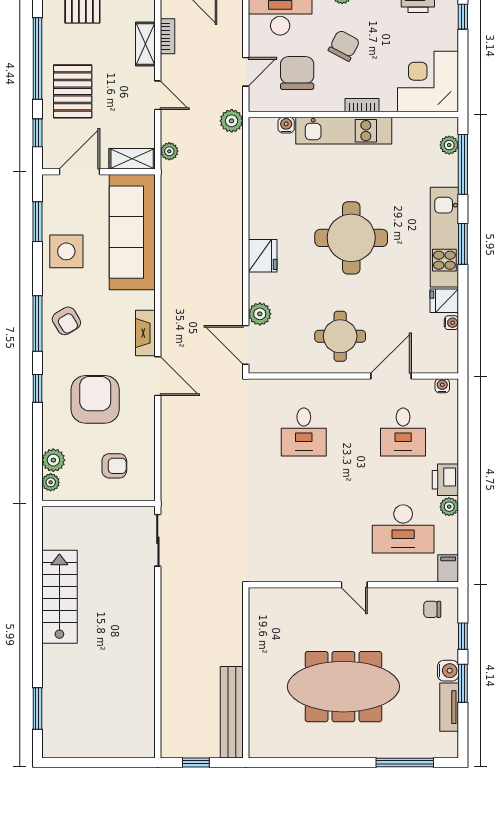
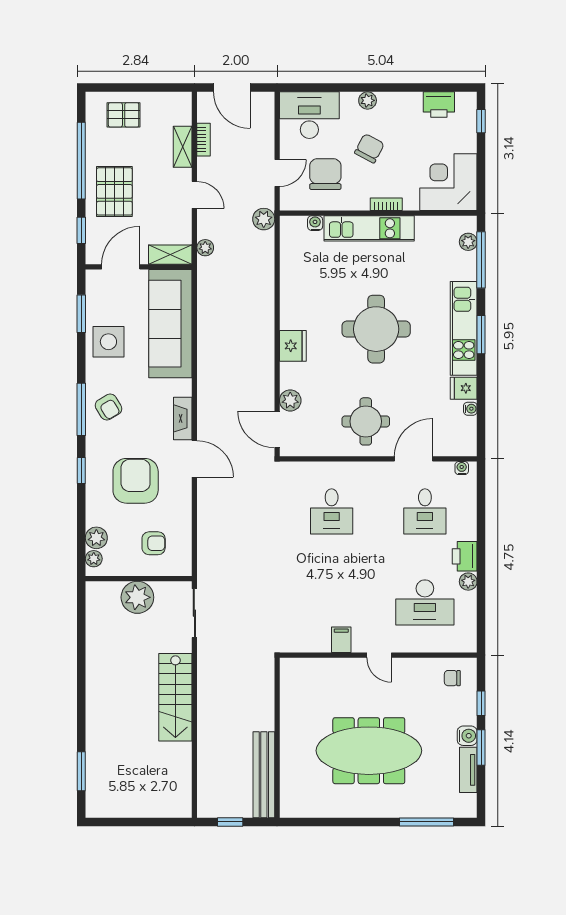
plant: (97, 523) -> (137, 597), added
filing cabinet: (448, 568) -> (341, 640), moved
stairs: (59, 597) -> (175, 697), moved, turned 180

